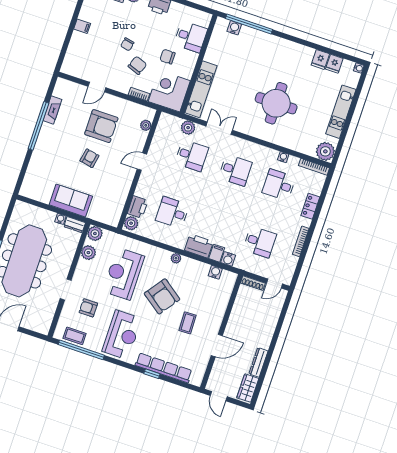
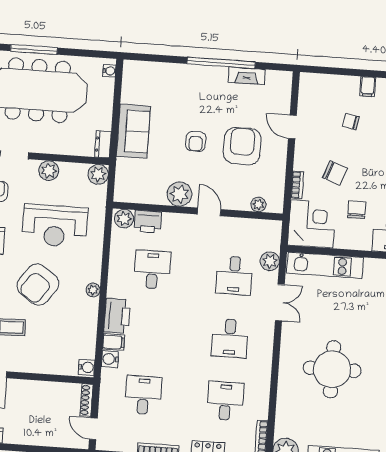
chair: (127, 44) -> (351, 122), moved
armchair: (101, 126) -> (242, 146), turned 180
water cooler: (283, 157) -> (263, 397), removed
armchair: (90, 158) -> (196, 141), turned 79
plant: (124, 179) -> (179, 194), added
water cooler: (60, 219) -> (109, 71), moved
desk: (260, 242) -> (143, 395), turned 180
plant: (88, 253) -> (49, 171), moved
water cooler: (215, 272) -> (87, 367), moved
reception desk: (124, 274) -> (55, 226), turned 180

